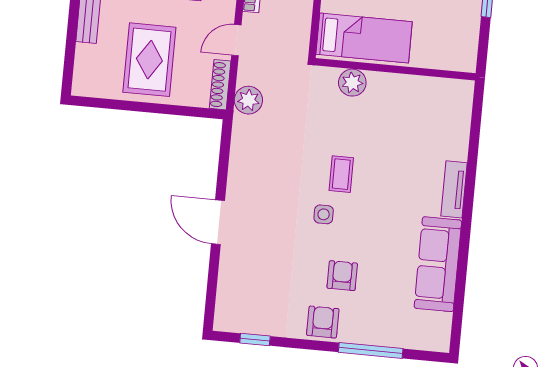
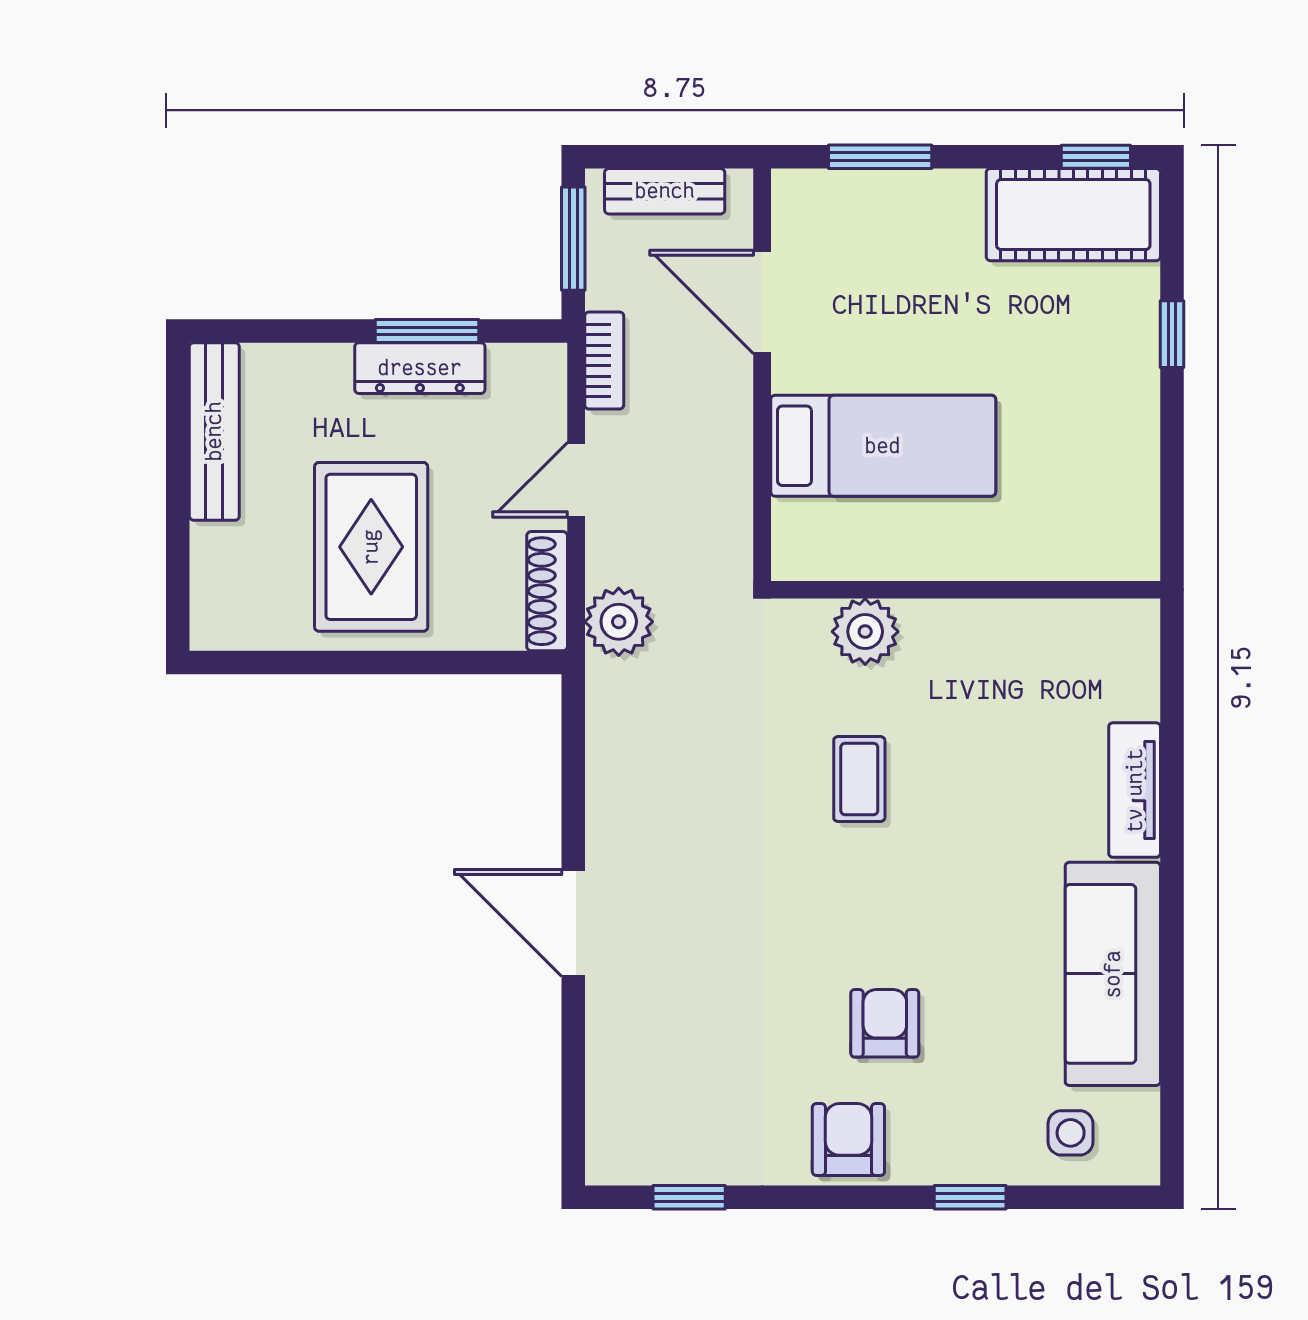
wall: (395, 69) -> (966, 590), moved
plant: (352, 83) -> (865, 632), moved
side table: (324, 214) -> (1071, 1133), moved
window: (371, 350) -> (970, 1197), width x0.46

